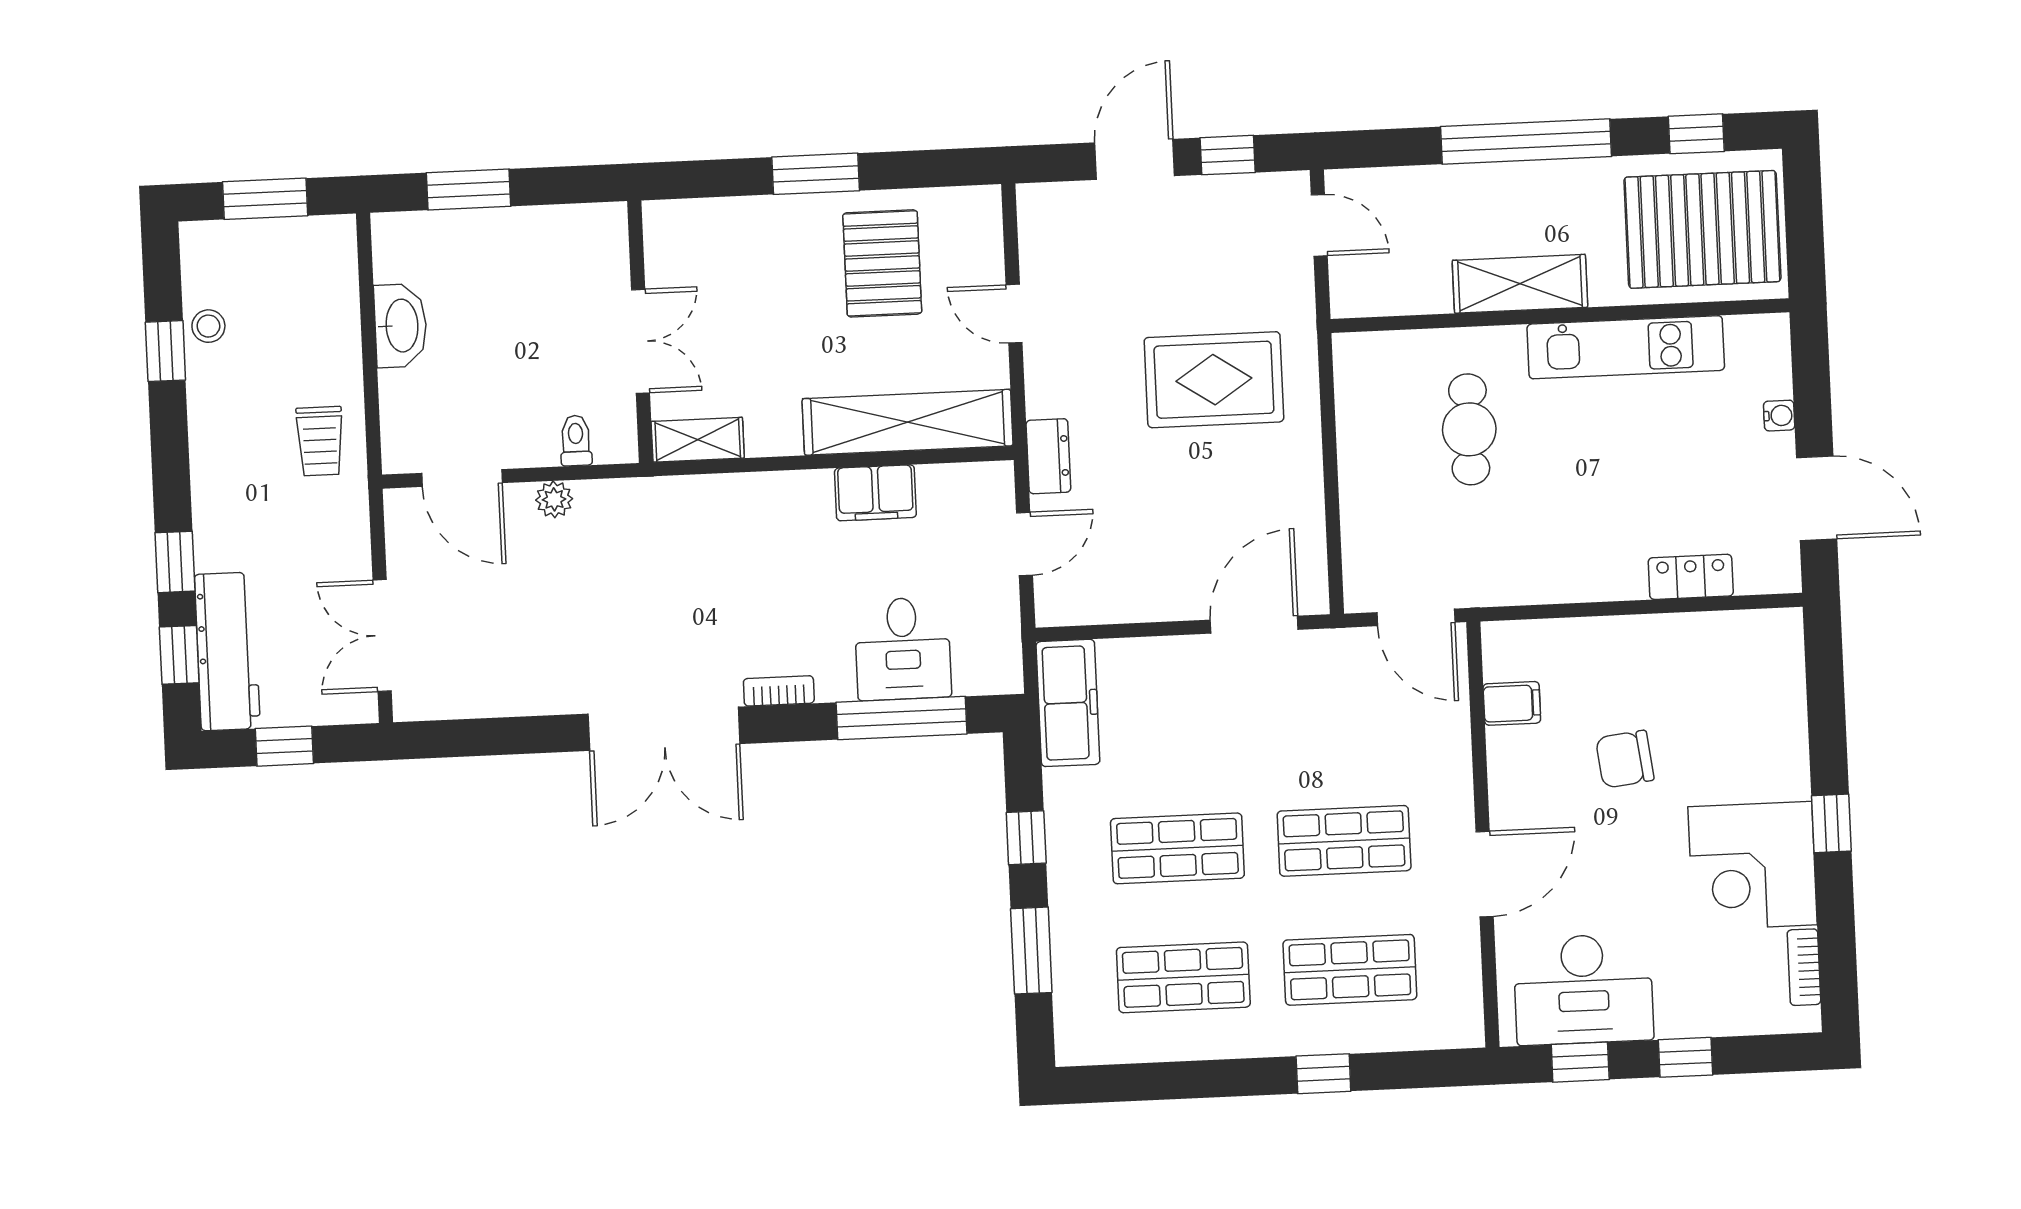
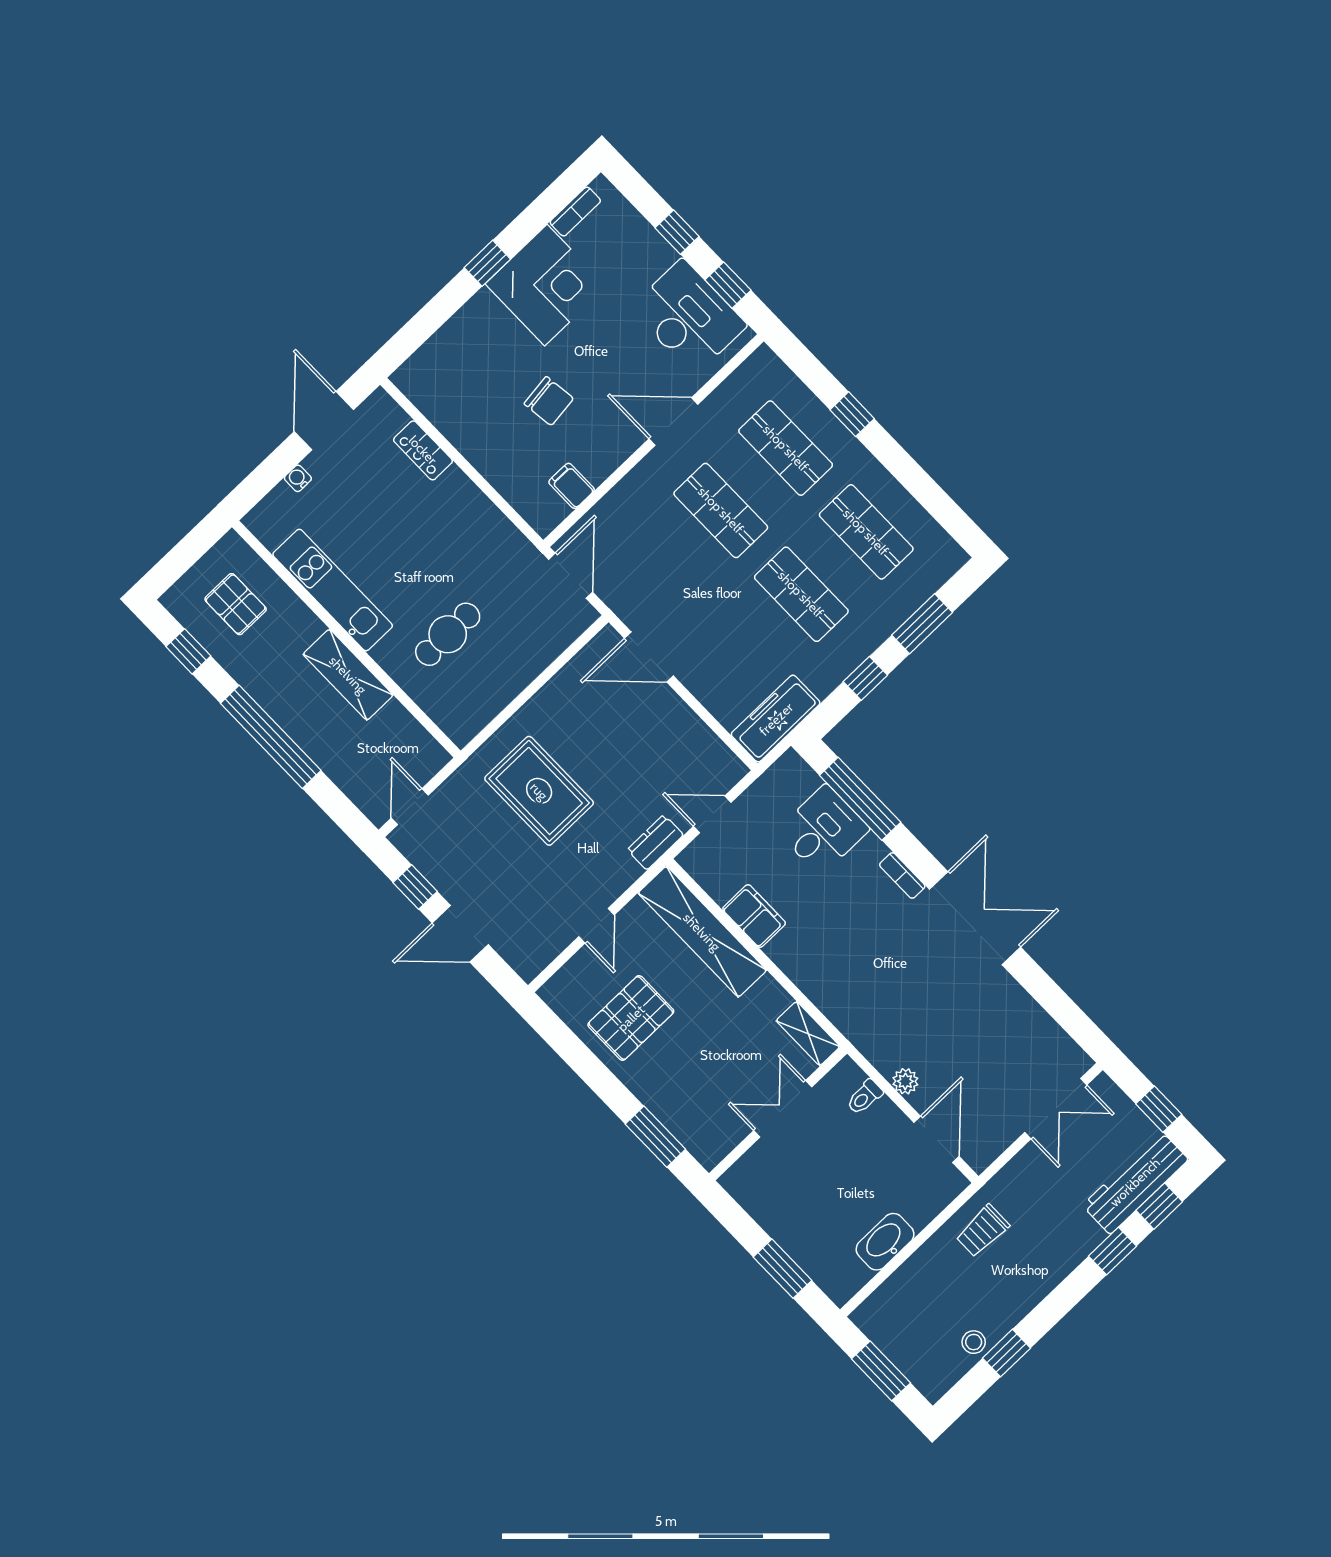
window: (816, 174) -> (655, 1137), moved
pallet: (1702, 229) -> (236, 604), width x0.49, depth x0.50
trolley: (320, 441) -> (983, 1231), turned 180

